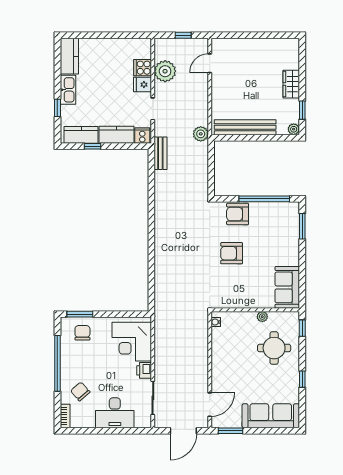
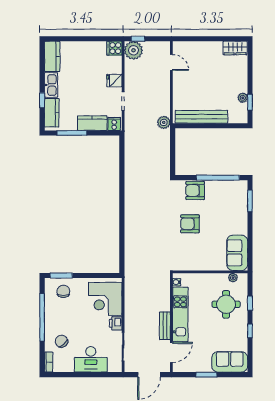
window: (183, 35) -> (138, 39), moved
door: (210, 63) -> (171, 62), swing flipped
cooker: (143, 68) -> (114, 48), moved
plant: (165, 71) -> (133, 50), moved
wardrobe: (291, 84) -> (235, 48), moved, turned -90
plant: (294, 129) -> (243, 98), moved
kitchen counter: (81, 135) -> (52, 113), moved, turned 90
window: (93, 146) -> (72, 133), width x2.17
bench: (160, 153) -> (165, 326), moved
plant: (262, 317) -> (233, 278), moved
window: (302, 328) -> (250, 303), moved
kitchen unit: (220, 360) -> (180, 314), added
sofa: (271, 416) -> (230, 362), width x0.73
window: (230, 431) -> (206, 375), moved

